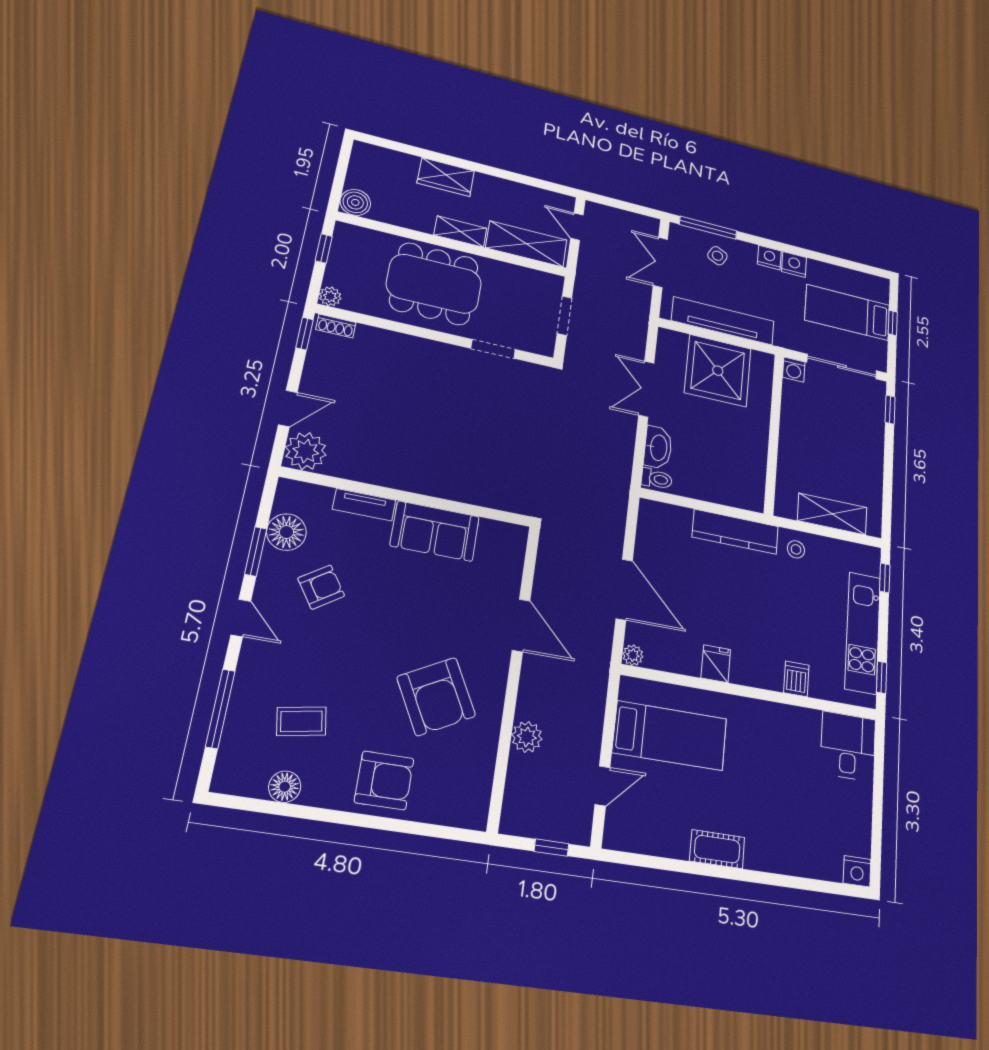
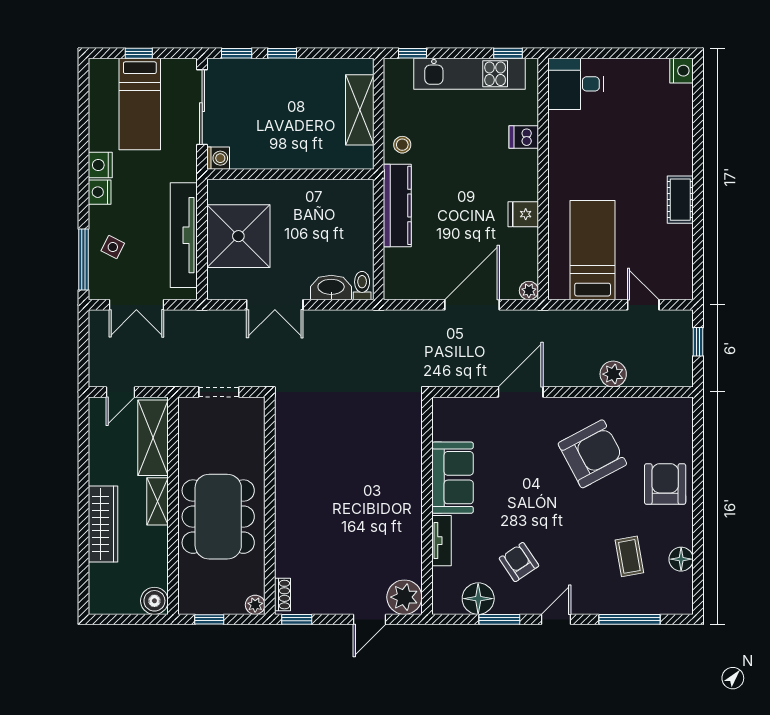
wardrobe: (446, 177) -> (103, 524), width x1.50
doorway: (493, 349) -> (270, 453), removed
door: (288, 408) -> (369, 619), swing flipped
window: (889, 452) -> (282, 53), added

